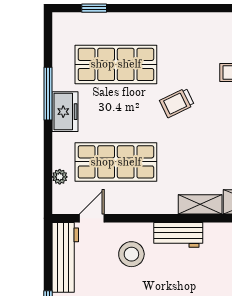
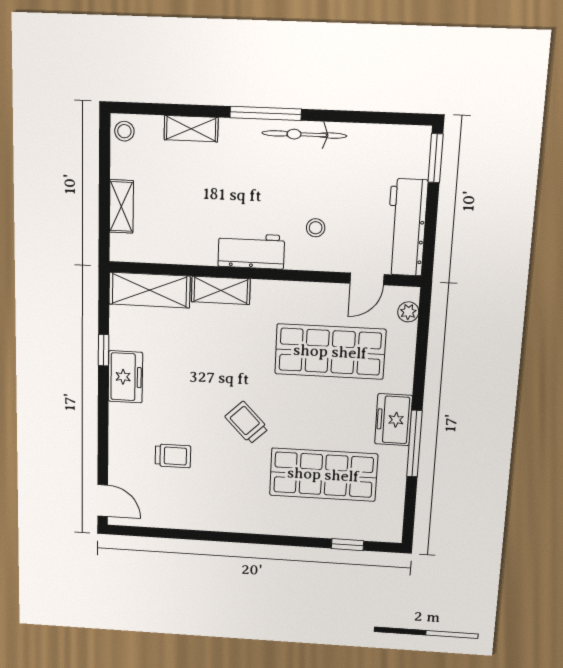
trolley: (177, 103) -> (247, 423), turned -108
plant: (60, 177) -> (408, 312), moved
stool: (131, 254) -> (316, 228), width x0.53, depth x0.53

